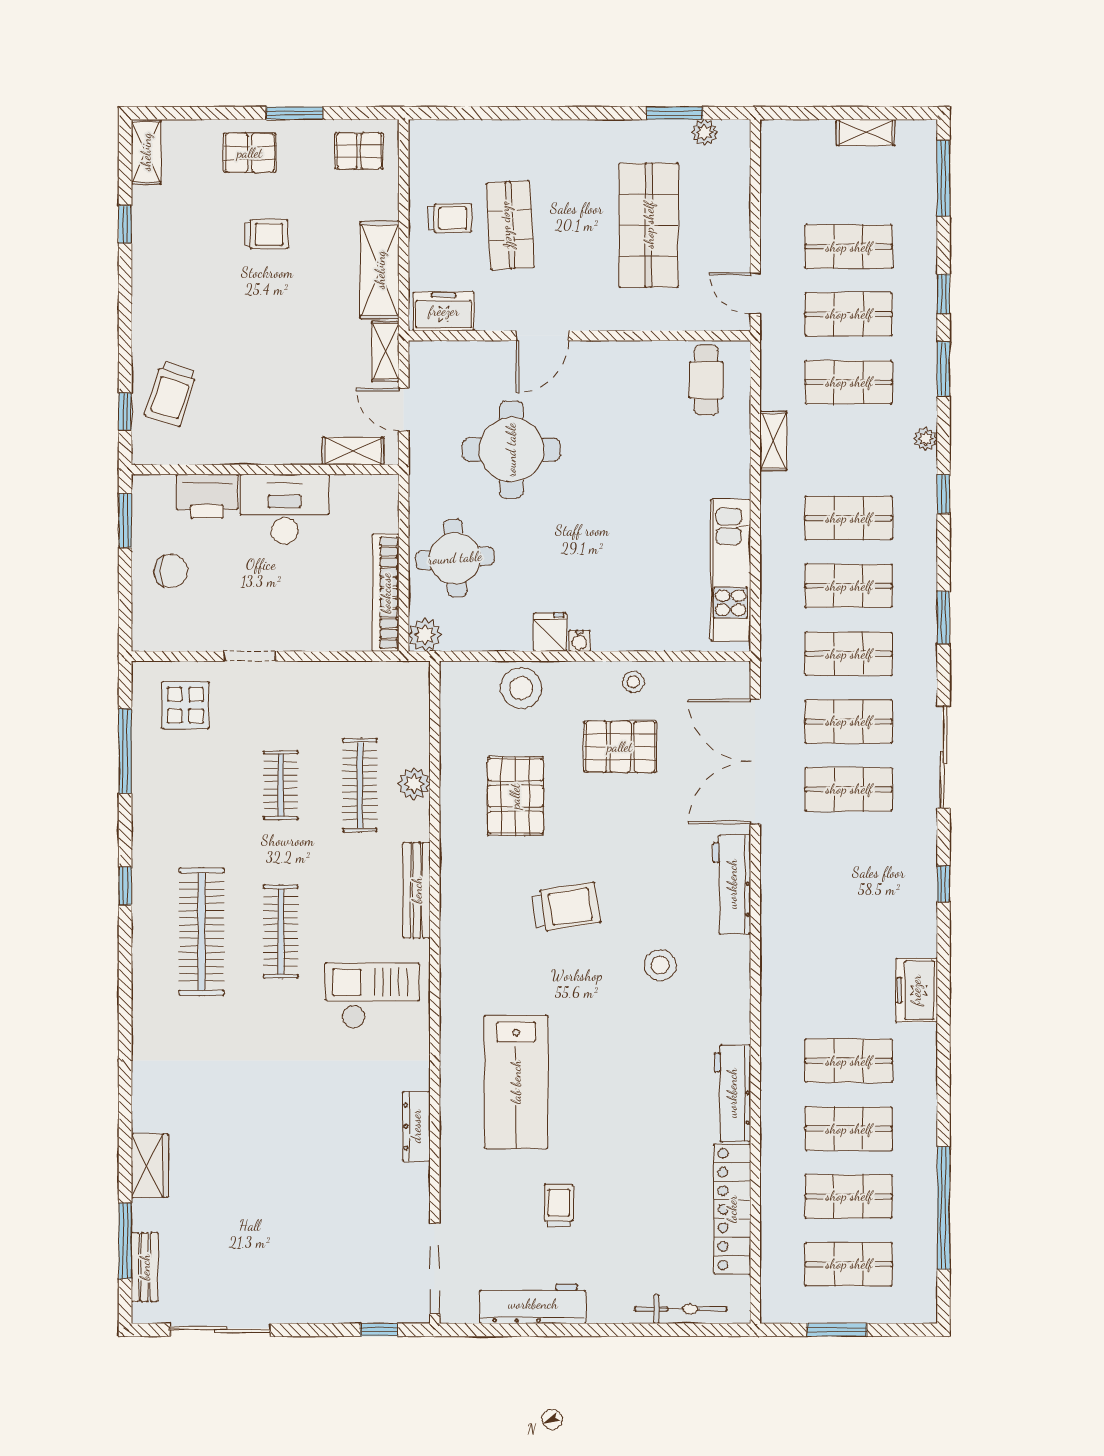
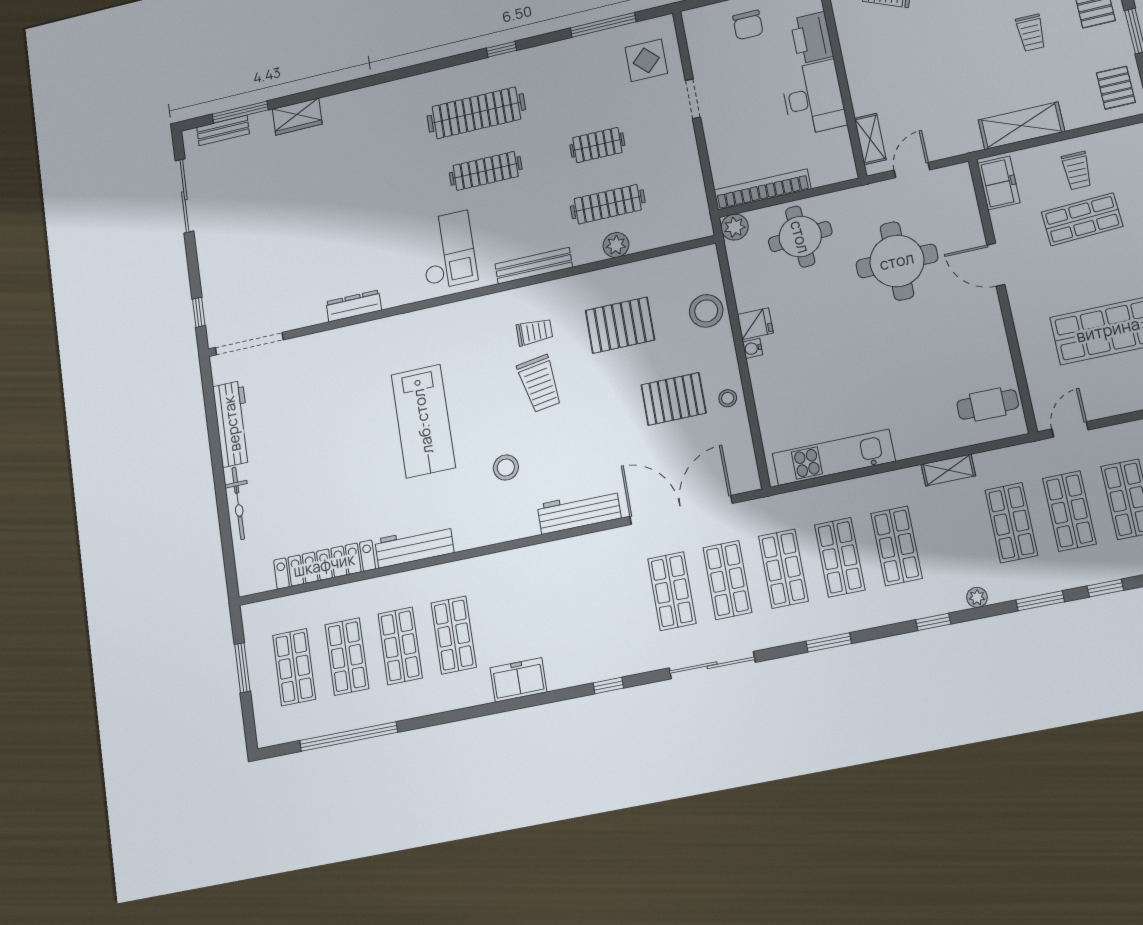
shelving: (385, 351) -> (956, 145), removed
pallet: (620, 747) -> (674, 399), turned 90
lab bench: (516, 1082) -> (423, 421), moved, turned -90
trolley: (559, 1206) -> (534, 332), moved
bicycle: (681, 1309) -> (238, 503), moved

